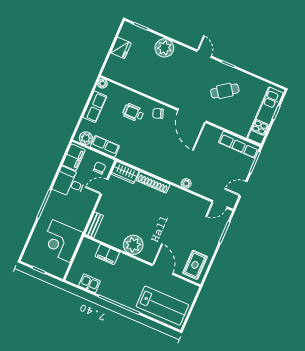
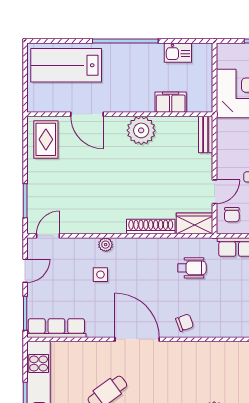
wheelchair: (133, 113) -> (192, 268), moved
side table: (197, 166) -> (100, 275), added

